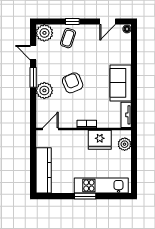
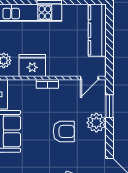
window: (33, 77) -> (109, 106), moved
armchair: (73, 83) -> (64, 131), turned -67

